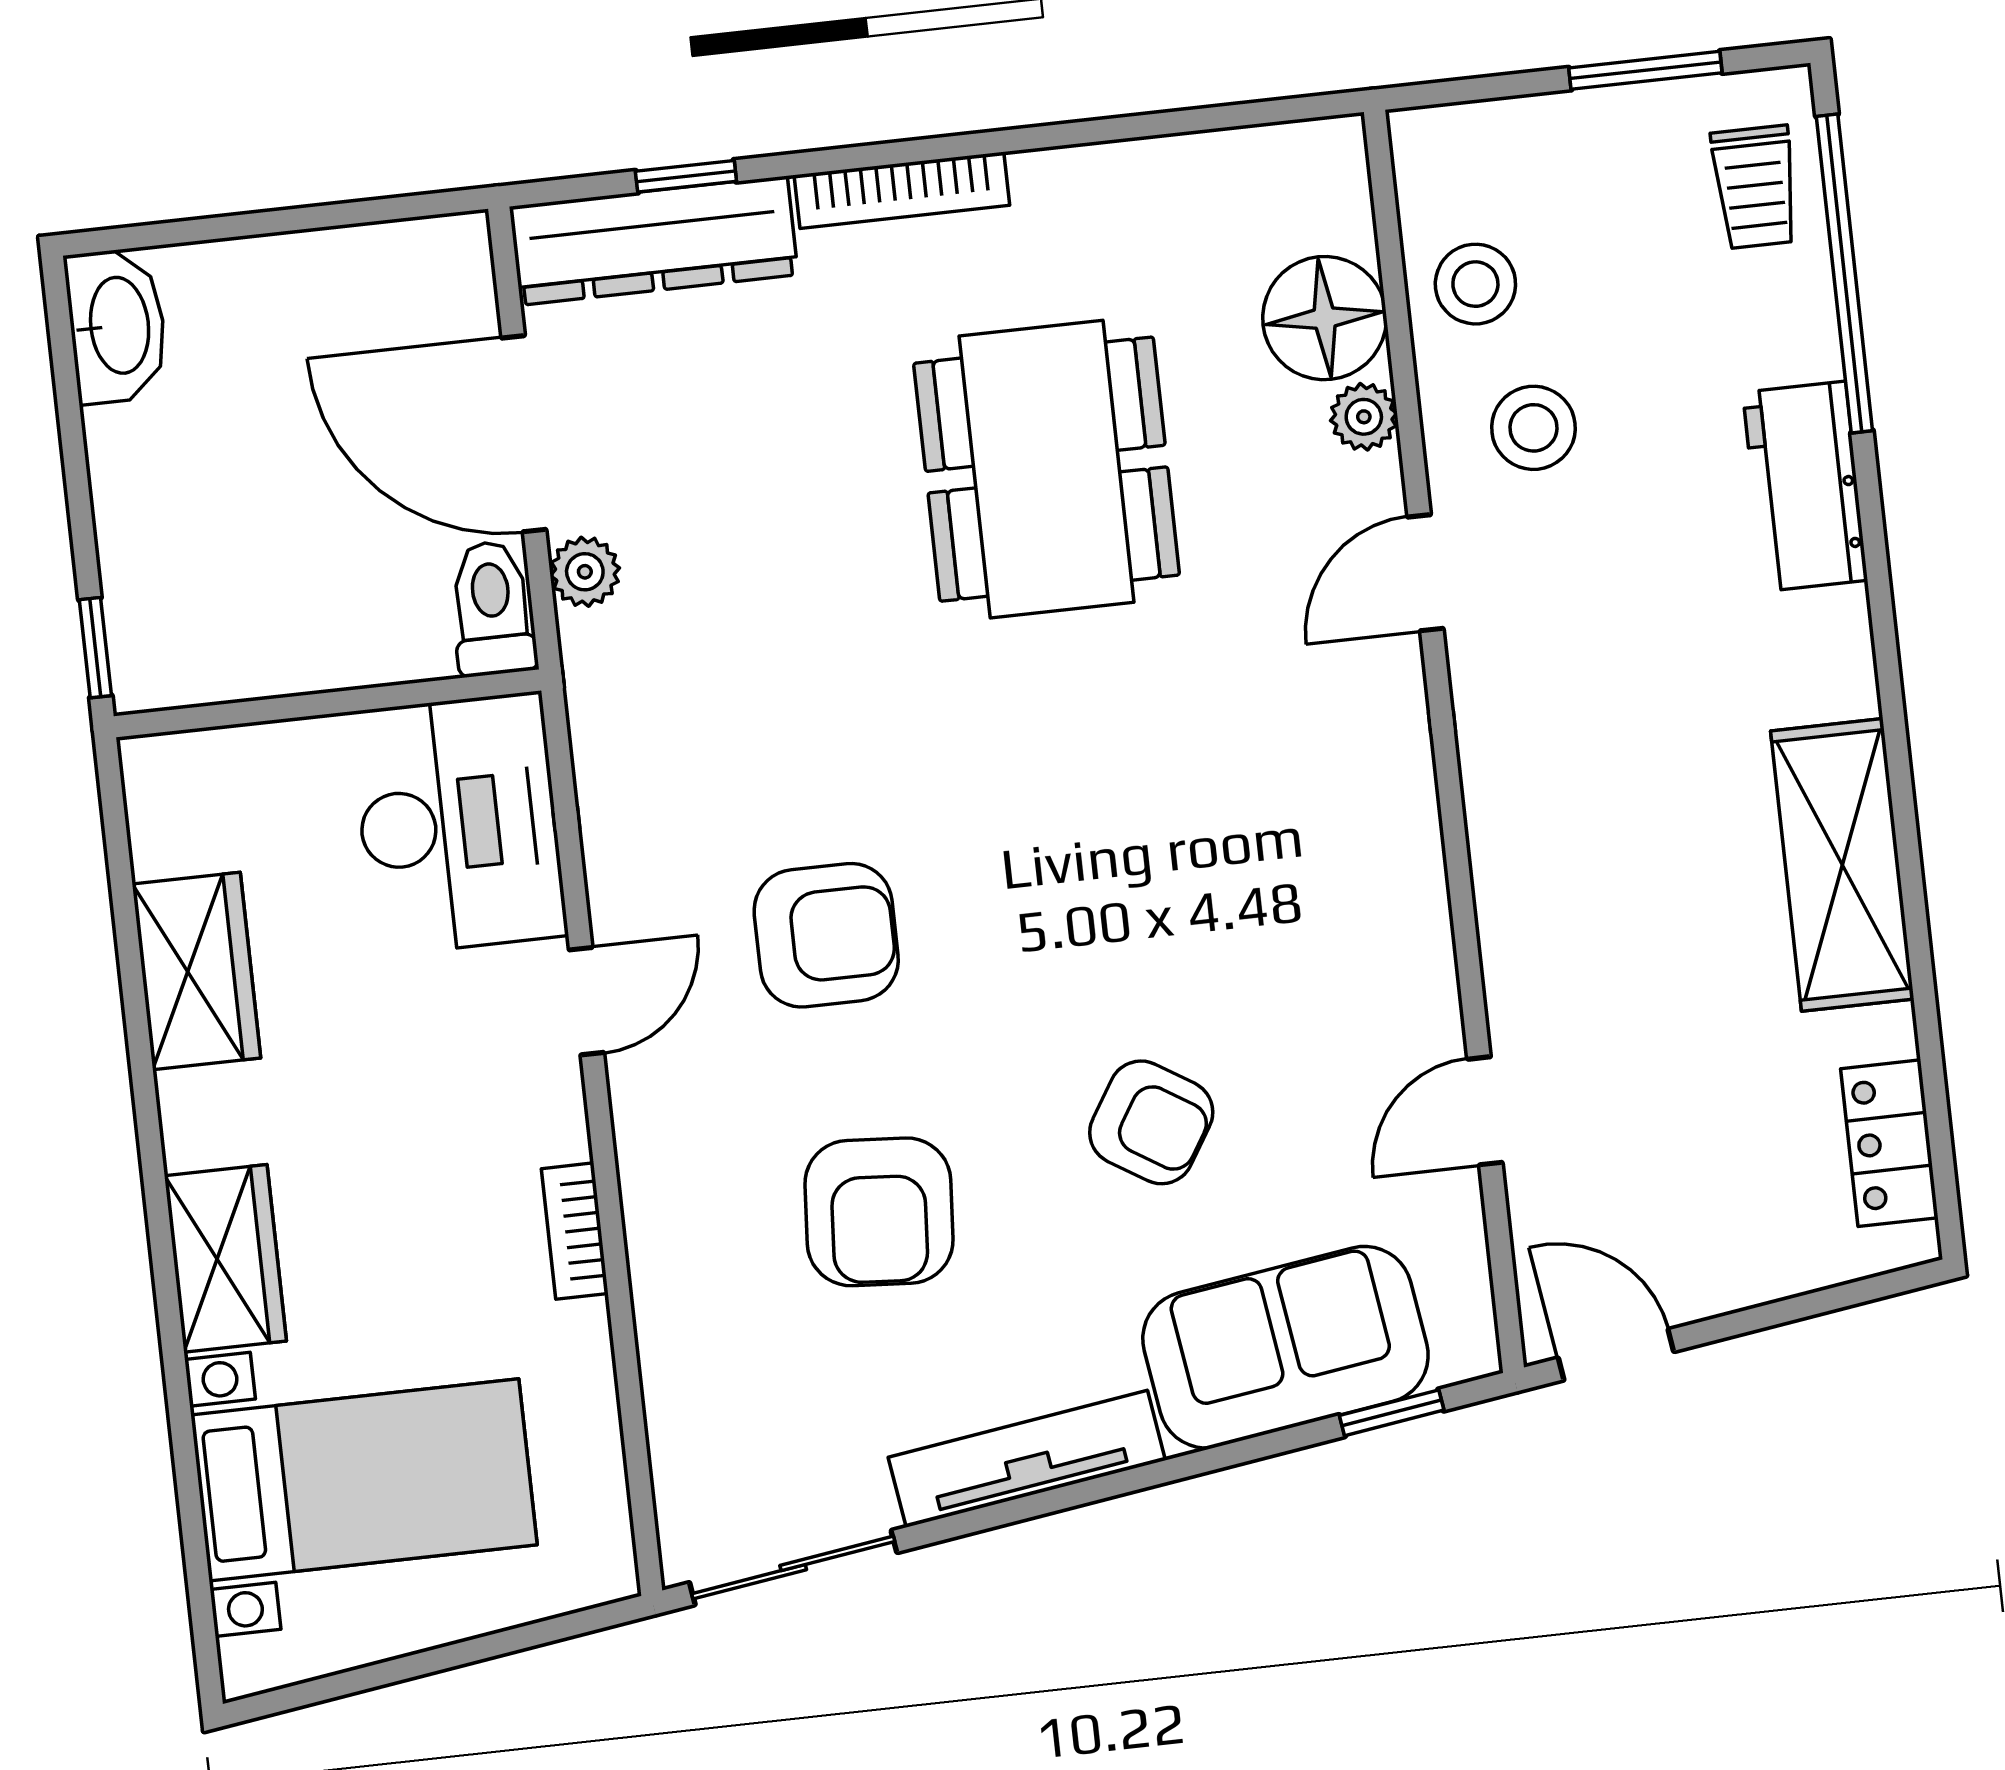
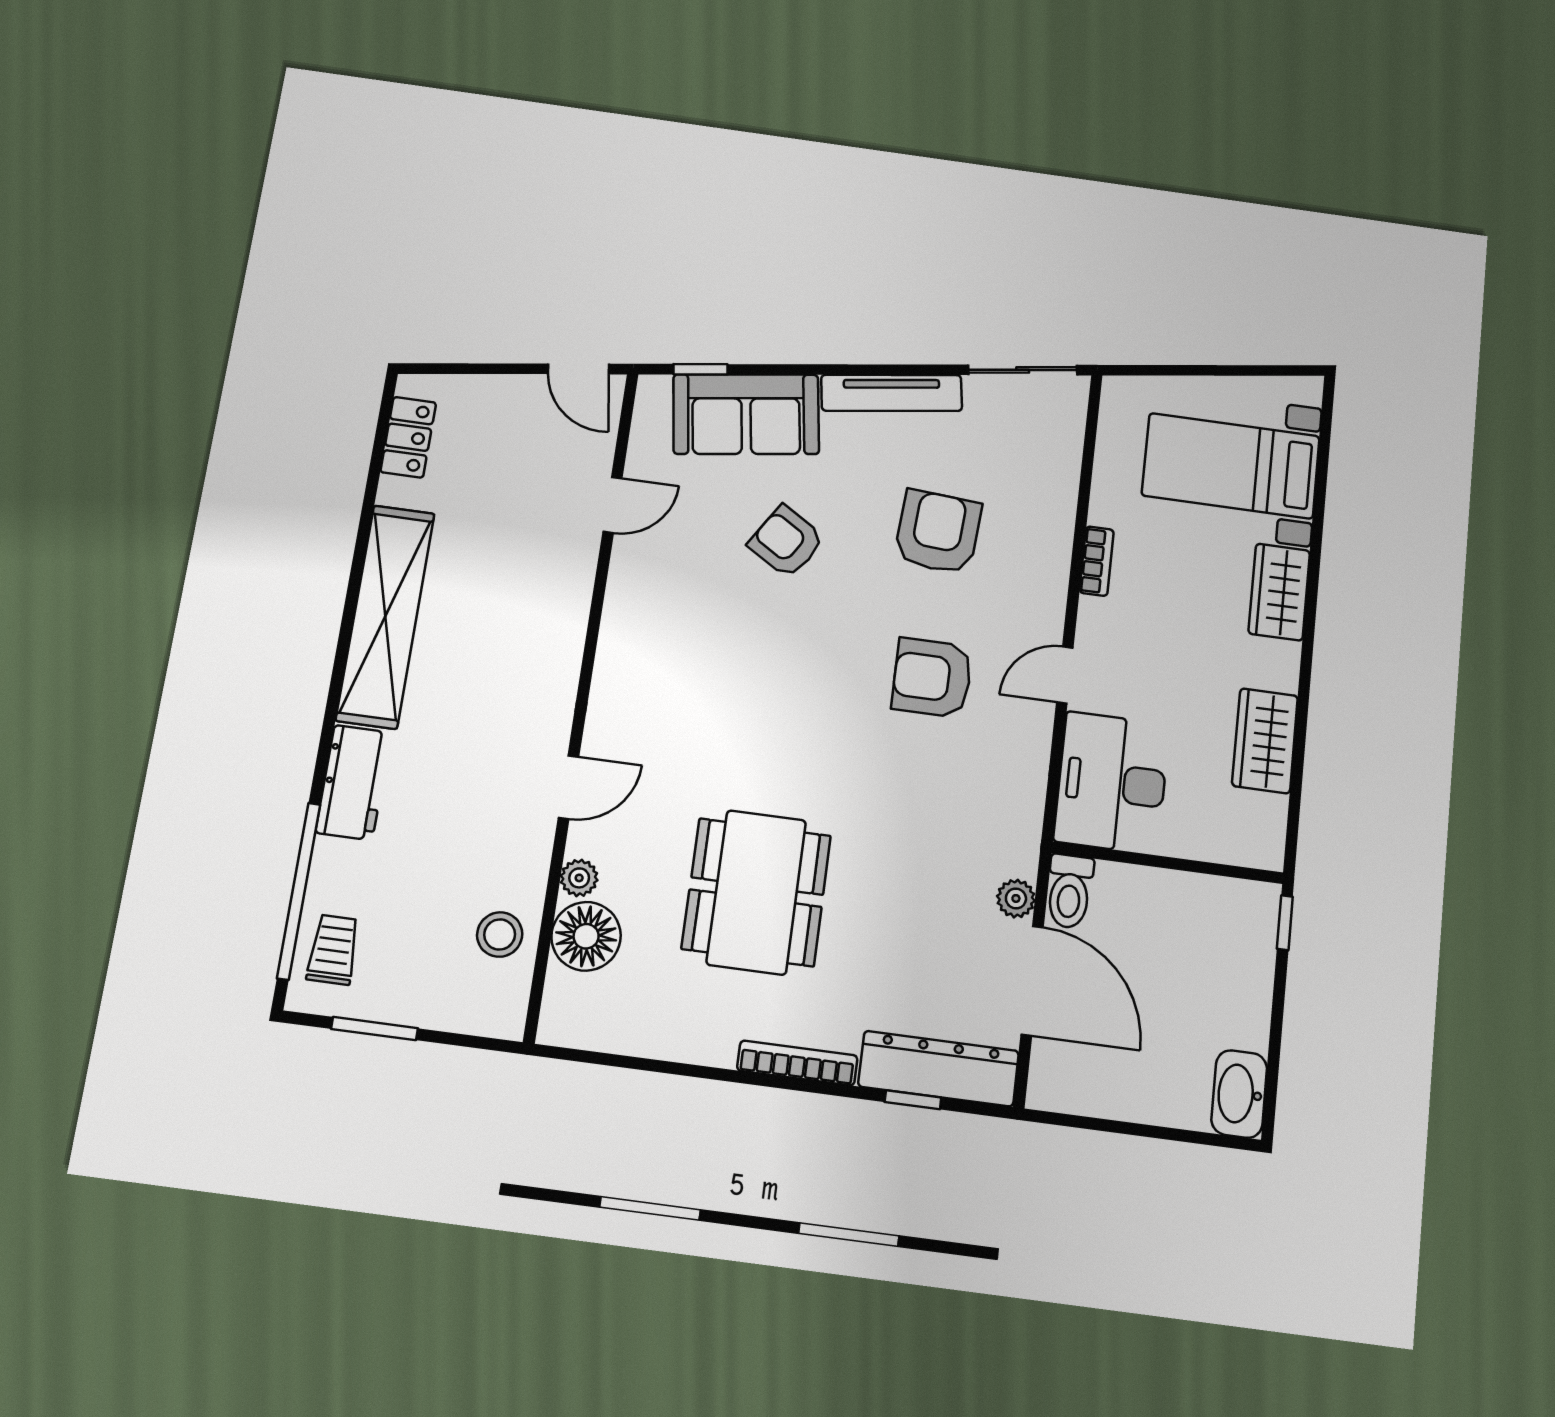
stool: (1533, 428) -> (490, 849), removed
shelving: (1842, 865) -> (385, 616), width x1.47

